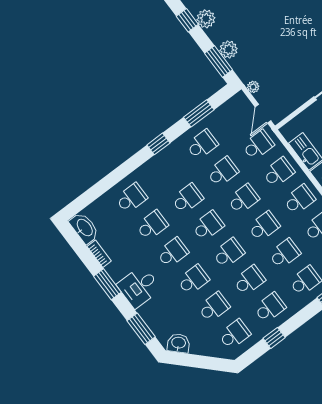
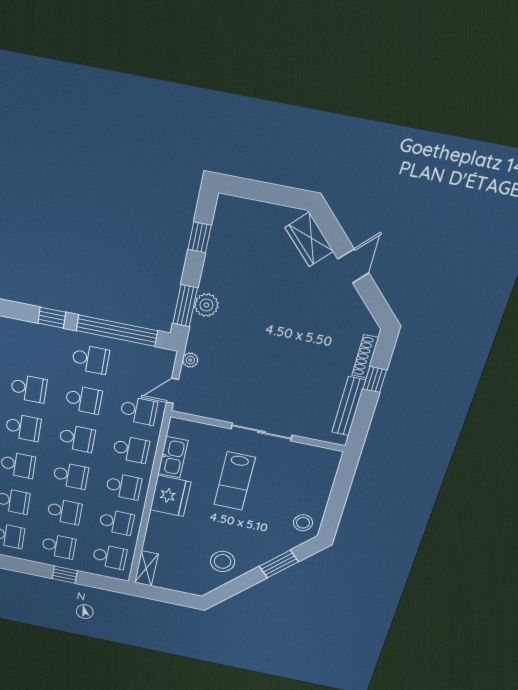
plant: (206, 19) -> (218, 255), removed
window: (199, 113) -> (117, 331), width x2.11

